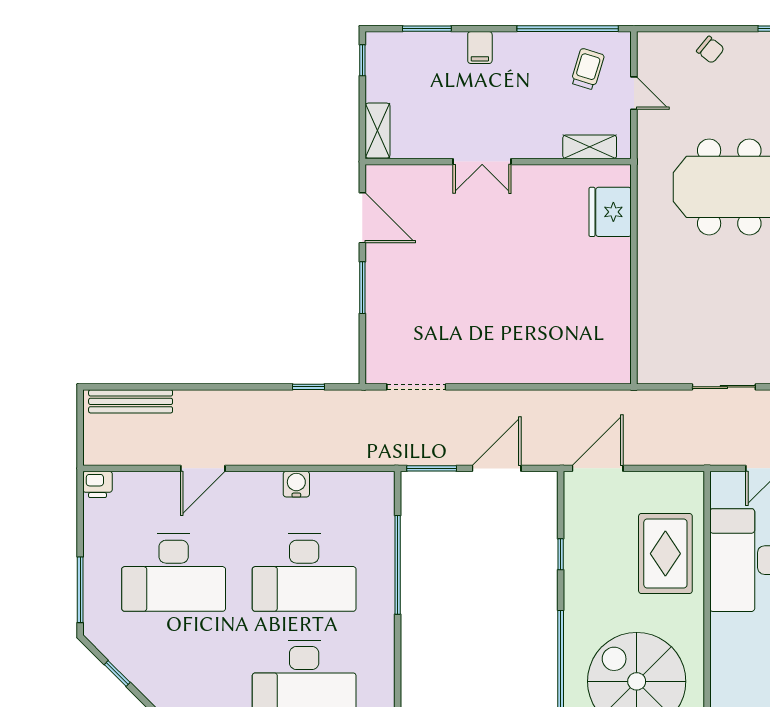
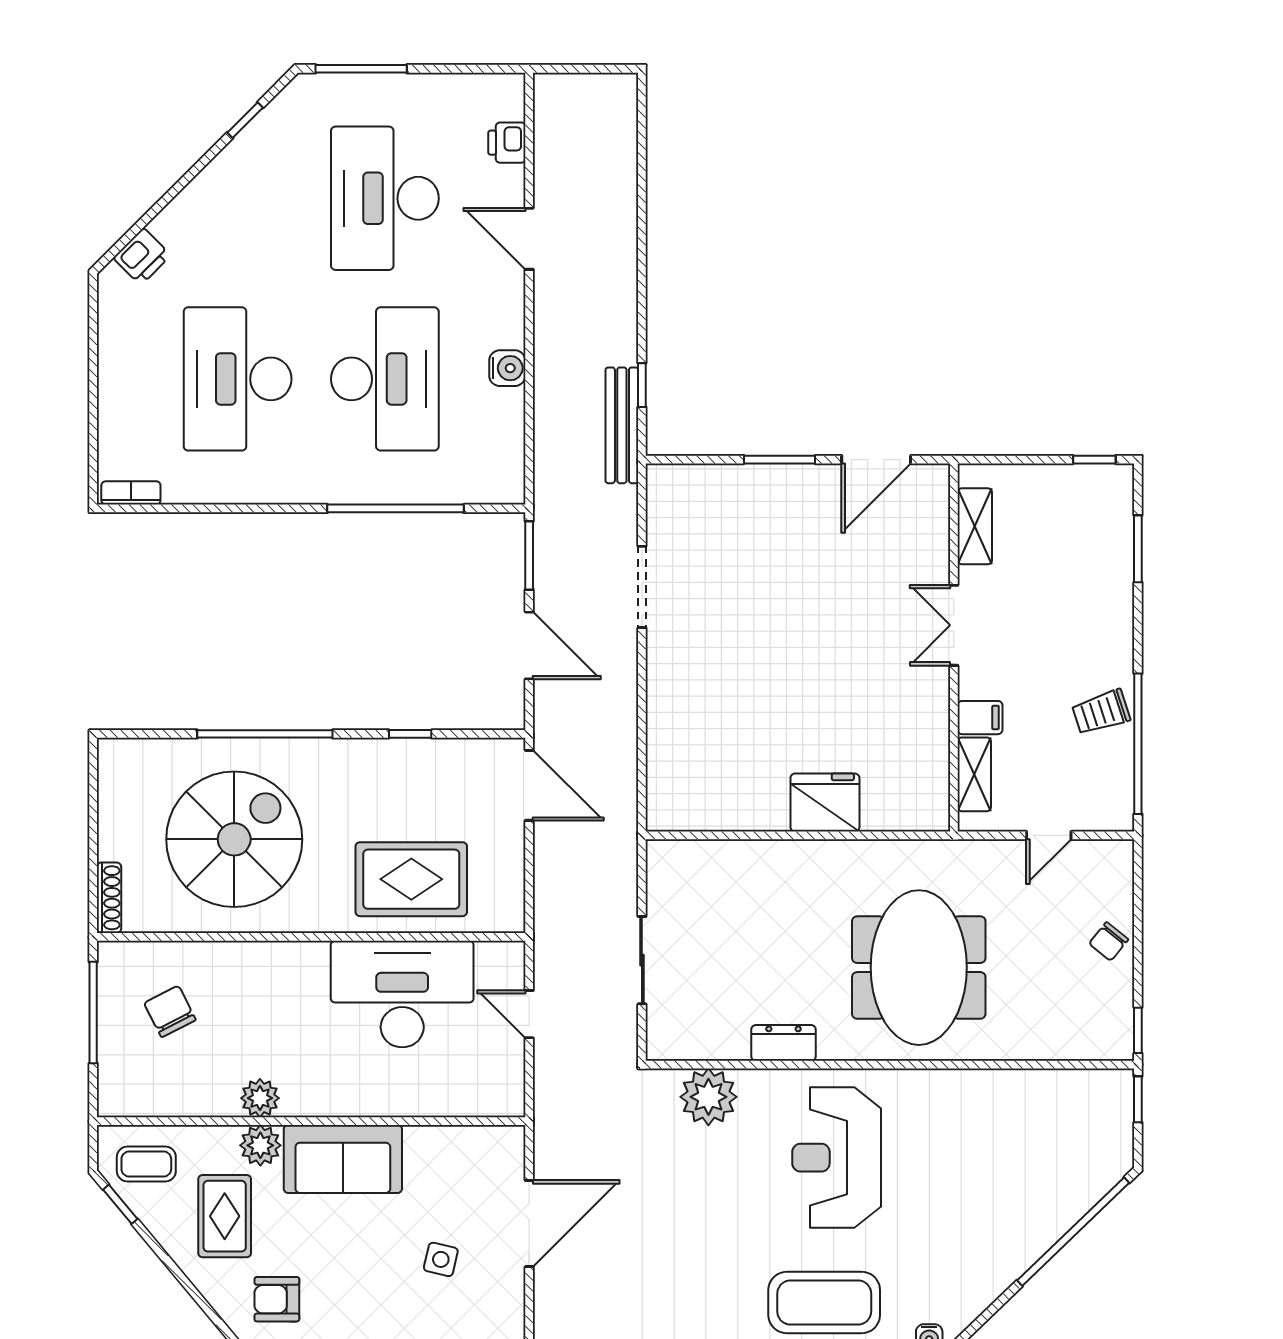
filing cabinet: (480, 47) -> (980, 718), moved, turned 180
trolley: (587, 69) -> (1101, 712), moved, turned 145
shelving: (378, 131) -> (975, 526), moved, turned 90
fridge: (610, 212) -> (825, 803), moved
doorway: (416, 387) -> (642, 587), moved
bench: (131, 401) -> (622, 425), moved
printer: (98, 484) -> (507, 143), moved
desk: (304, 573) -> (385, 379), turned 180

